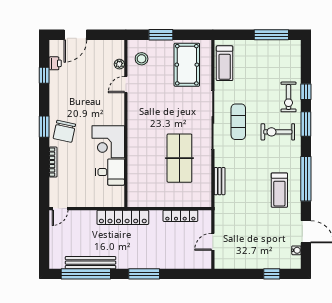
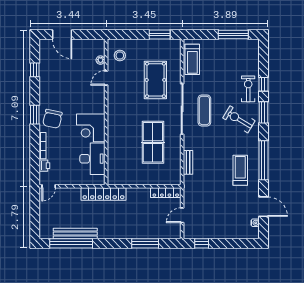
door: (75, 35) -> (62, 34), hinge flipped
window: (161, 35) -> (160, 34), moved
printer: (55, 63) -> (44, 166), moved
pool table: (187, 65) -> (155, 80), moved
exercise bike: (289, 97) -> (248, 89), turned 180
exercise bike: (278, 132) -> (239, 119), turned 31
desk: (110, 172) -> (92, 159), width x1.37
treadmill: (279, 190) -> (240, 170), turned 180
locker: (180, 216) -> (166, 193), moved
window: (144, 274) -> (145, 243), moved
window: (272, 274) -> (202, 243), moved

